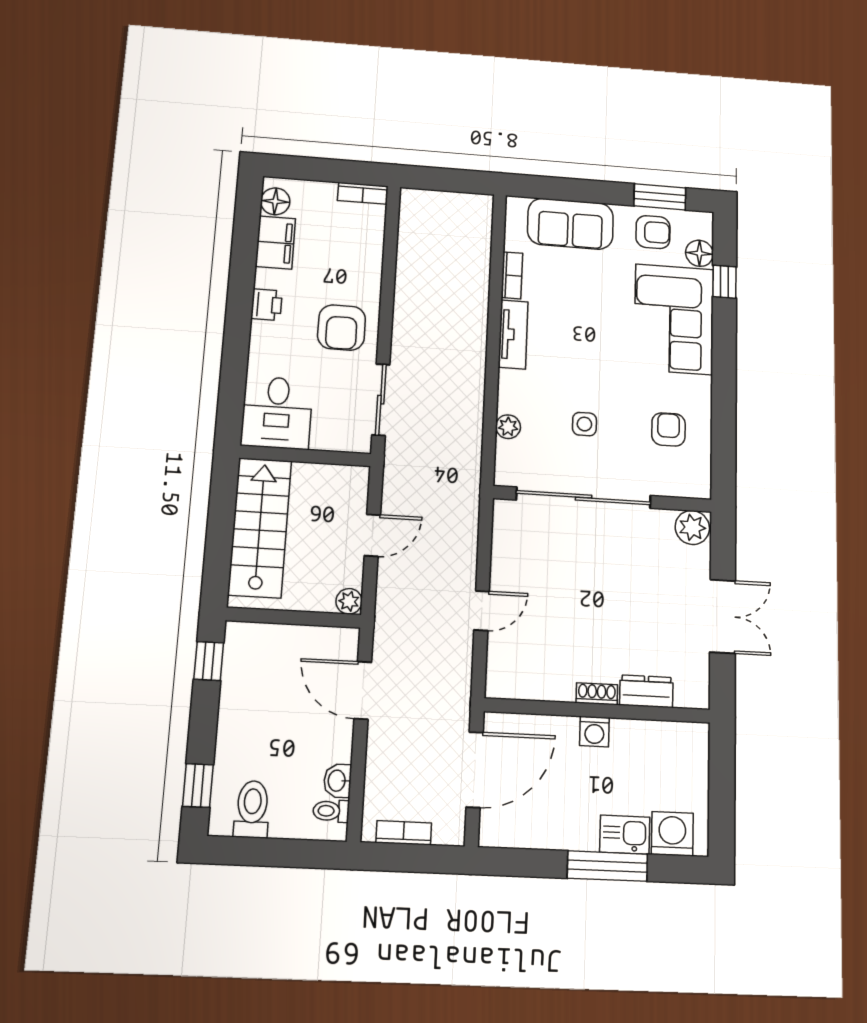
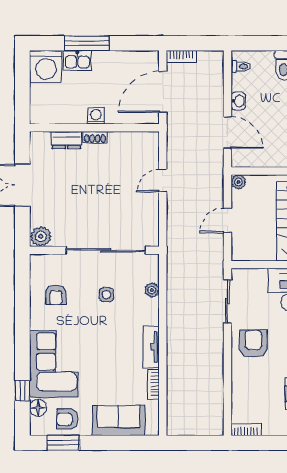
washbasin: (337, 781) -> (238, 101), moved
bookcase: (404, 833) -> (181, 56), moved
washing machine: (672, 834) -> (46, 66), width x1.37, depth x1.37

